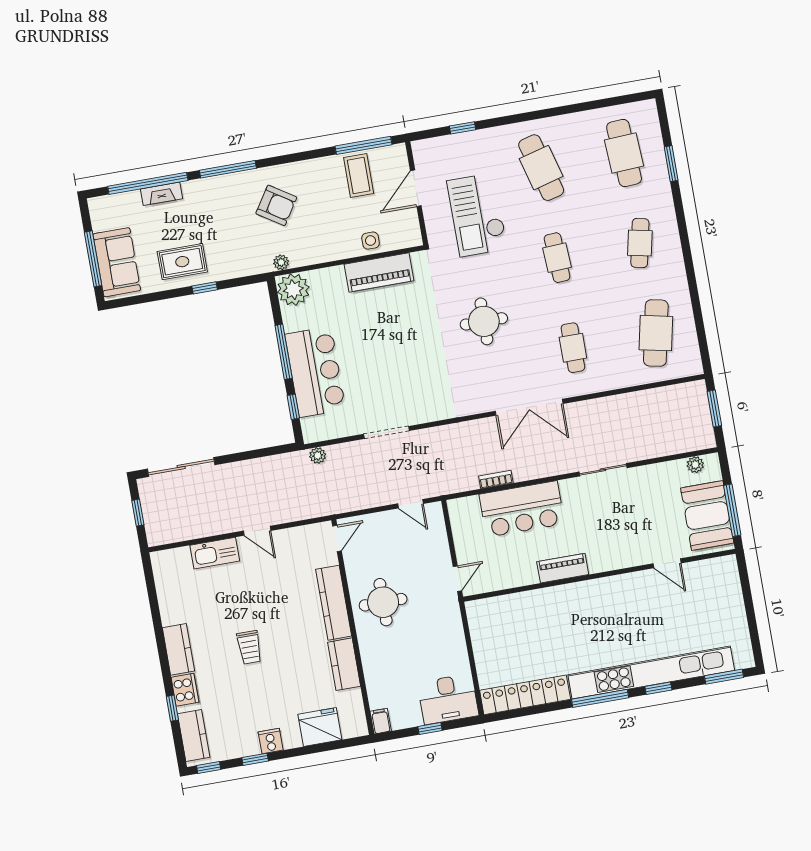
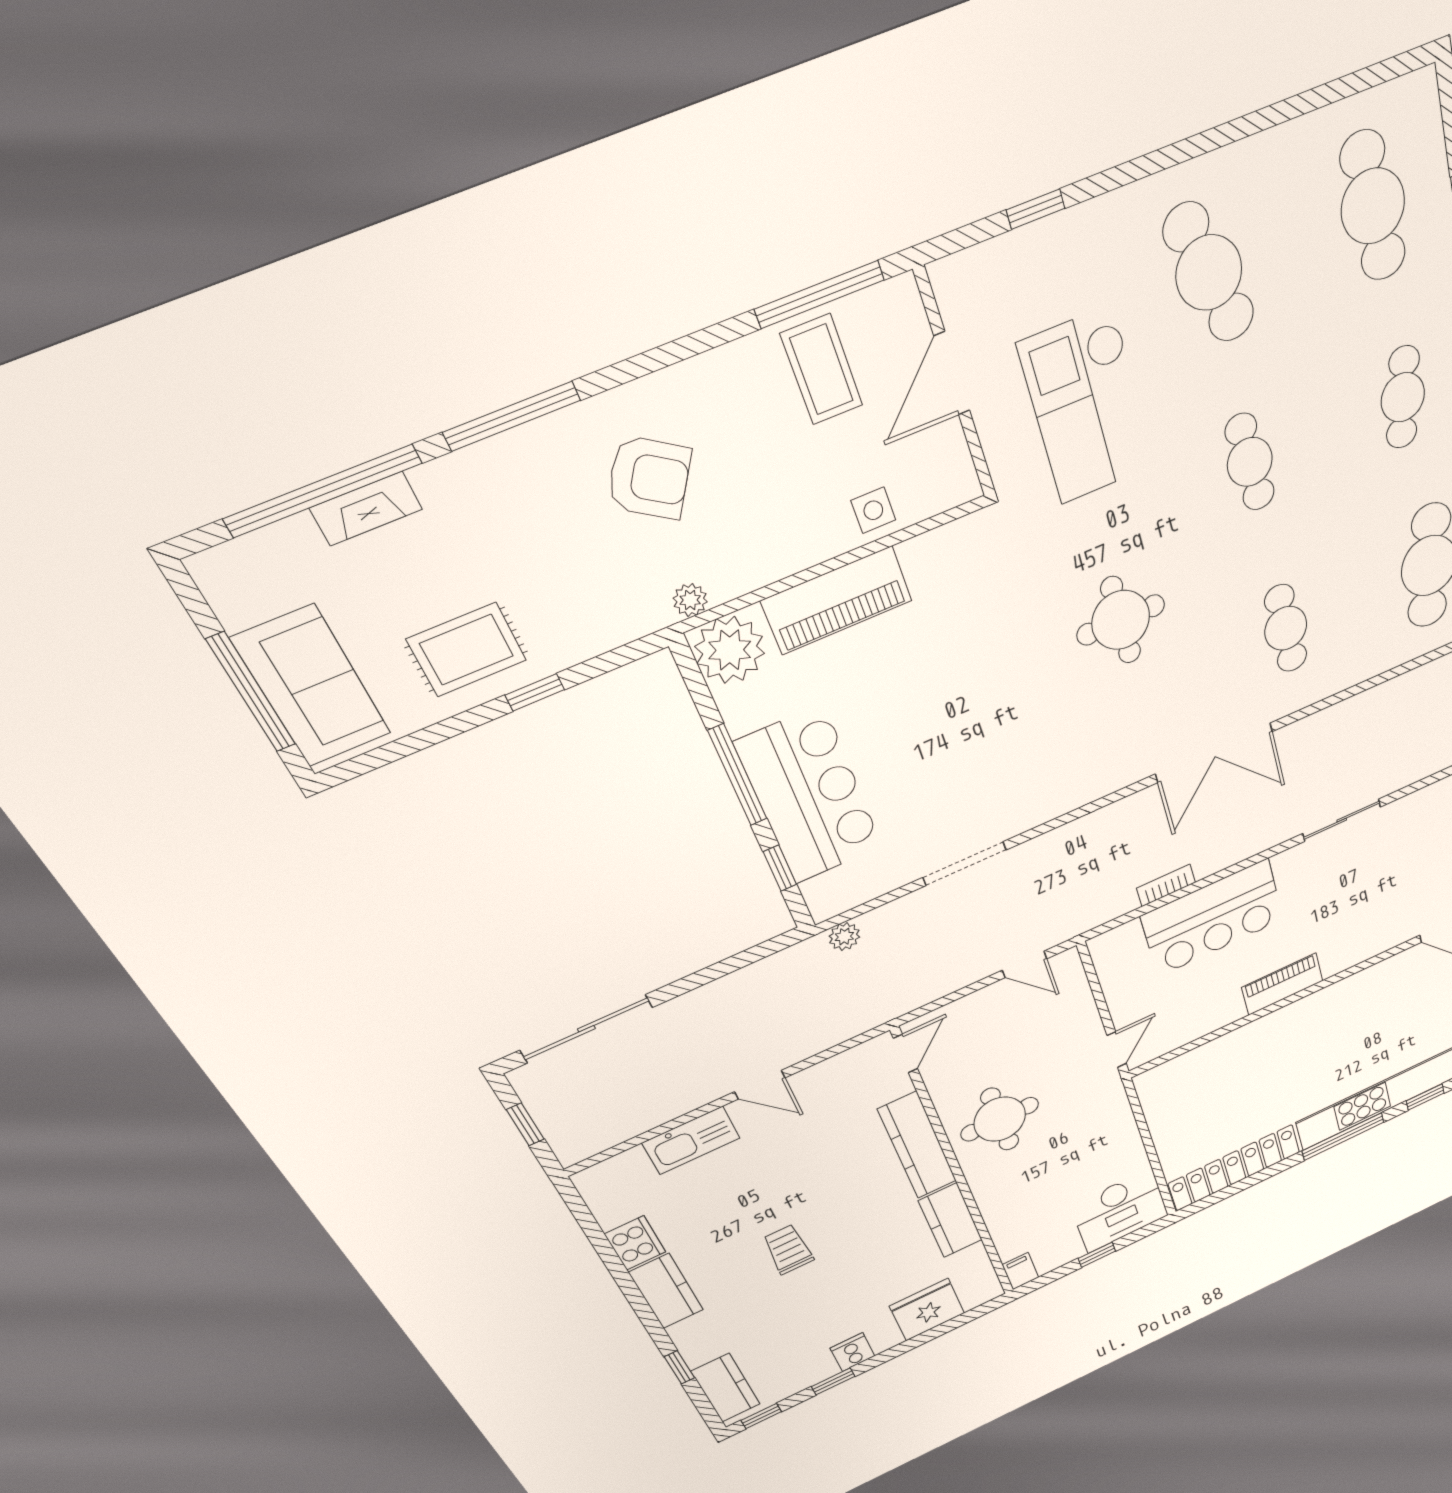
piano: (379, 272) -> (837, 601), moved
trolley: (249, 647) -> (788, 1249), turned 180
cooker: (185, 690) -> (635, 1243), moved

